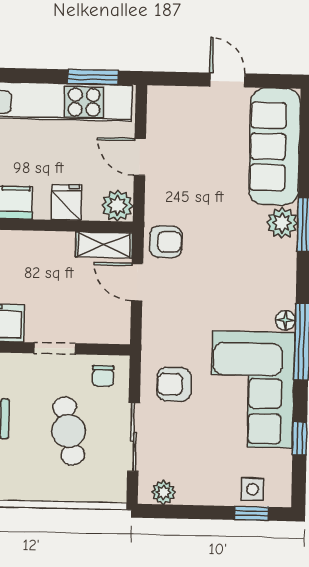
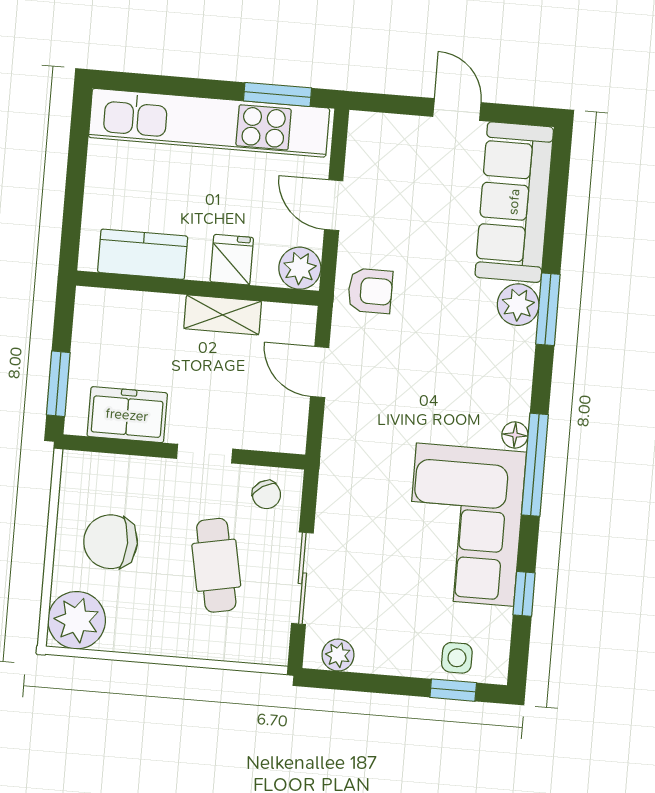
armchair: (166, 242) -> (370, 291), moved
shelving: (104, 245) -> (223, 315), moved
chair: (103, 376) -> (266, 495), turned -32
armchair: (174, 384) -> (361, 511), removed

